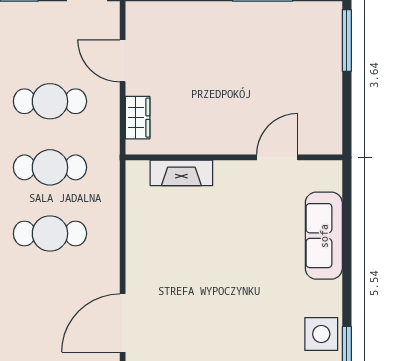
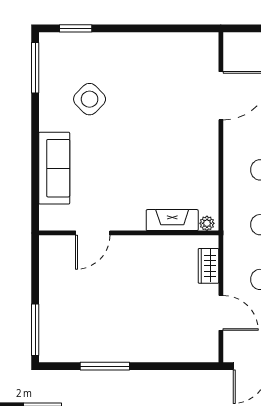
plant: (139, 169) -> (207, 223), added
side table: (321, 334) -> (90, 99), moved, turned 45

